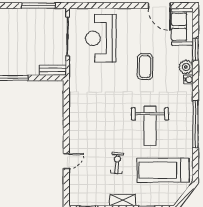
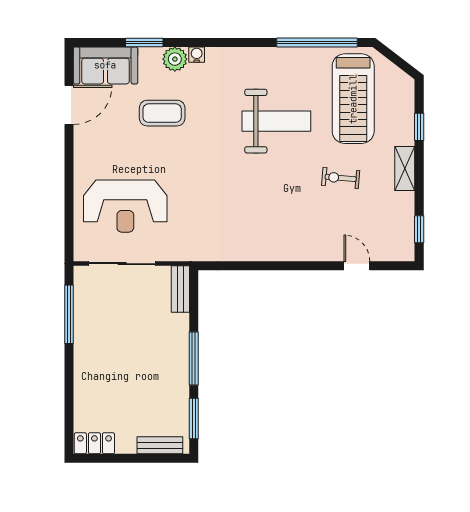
coffee table: (145, 67) -> (162, 113), moved
window: (196, 124) -> (317, 43), moved
door: (66, 161) -> (357, 266), moved

